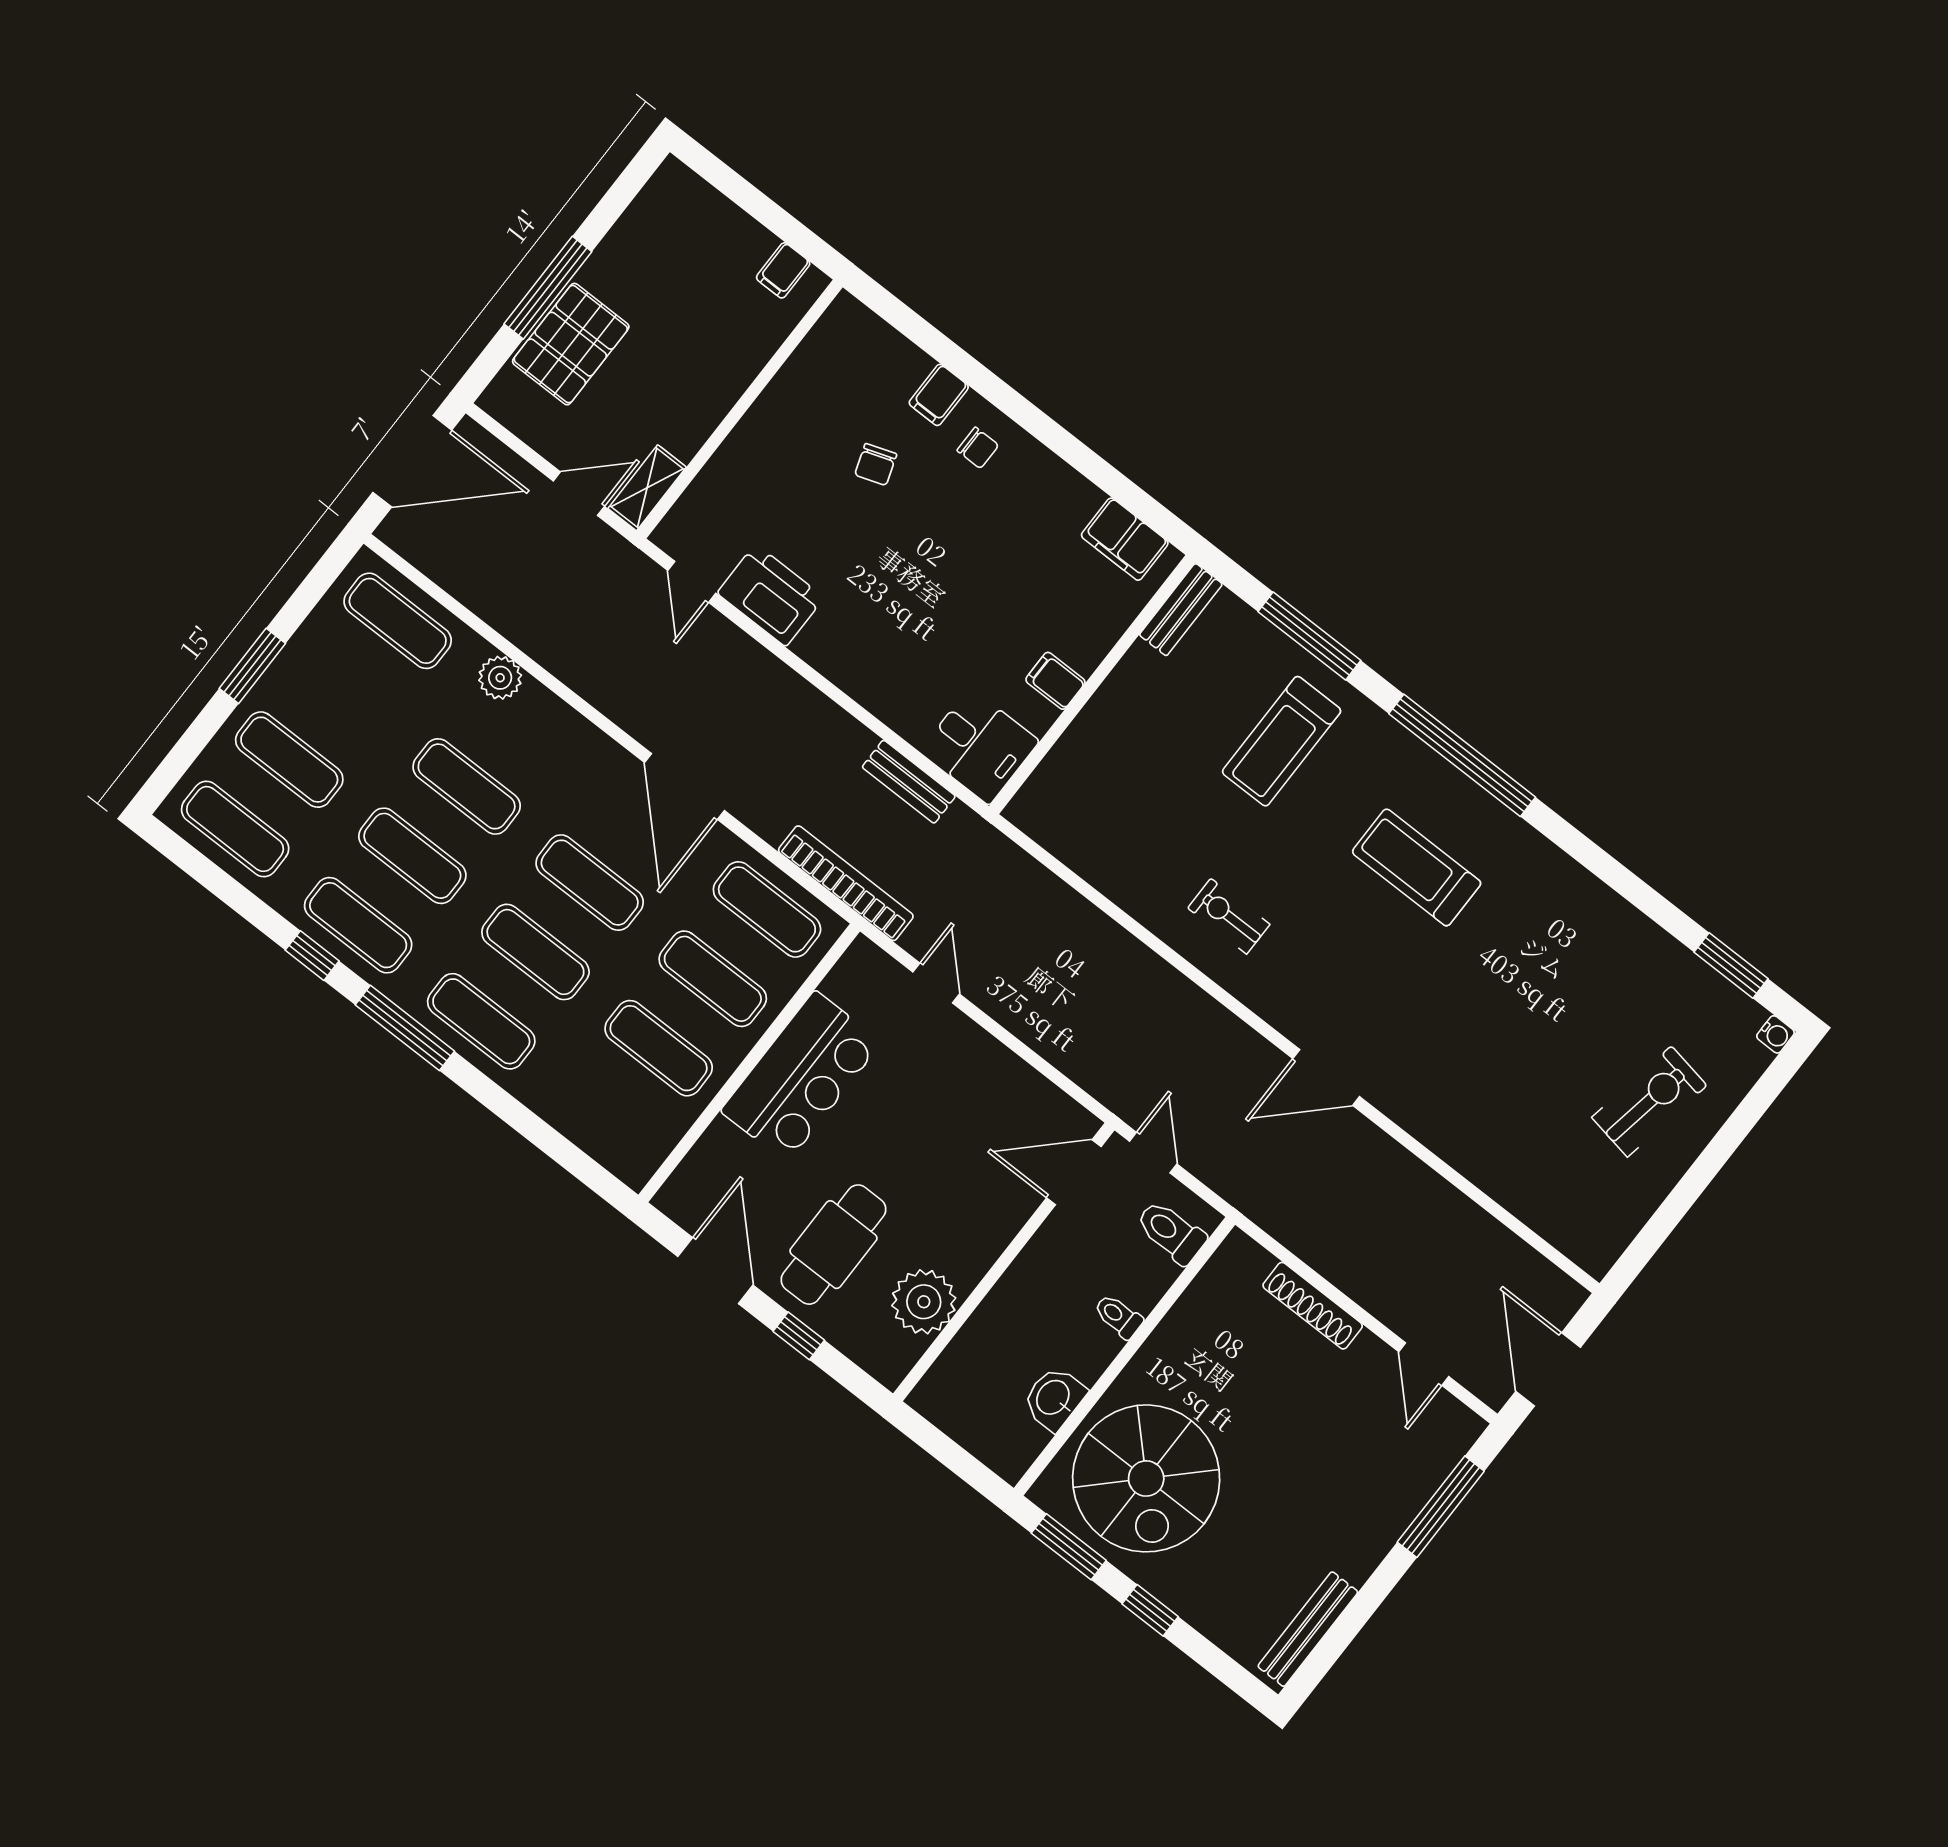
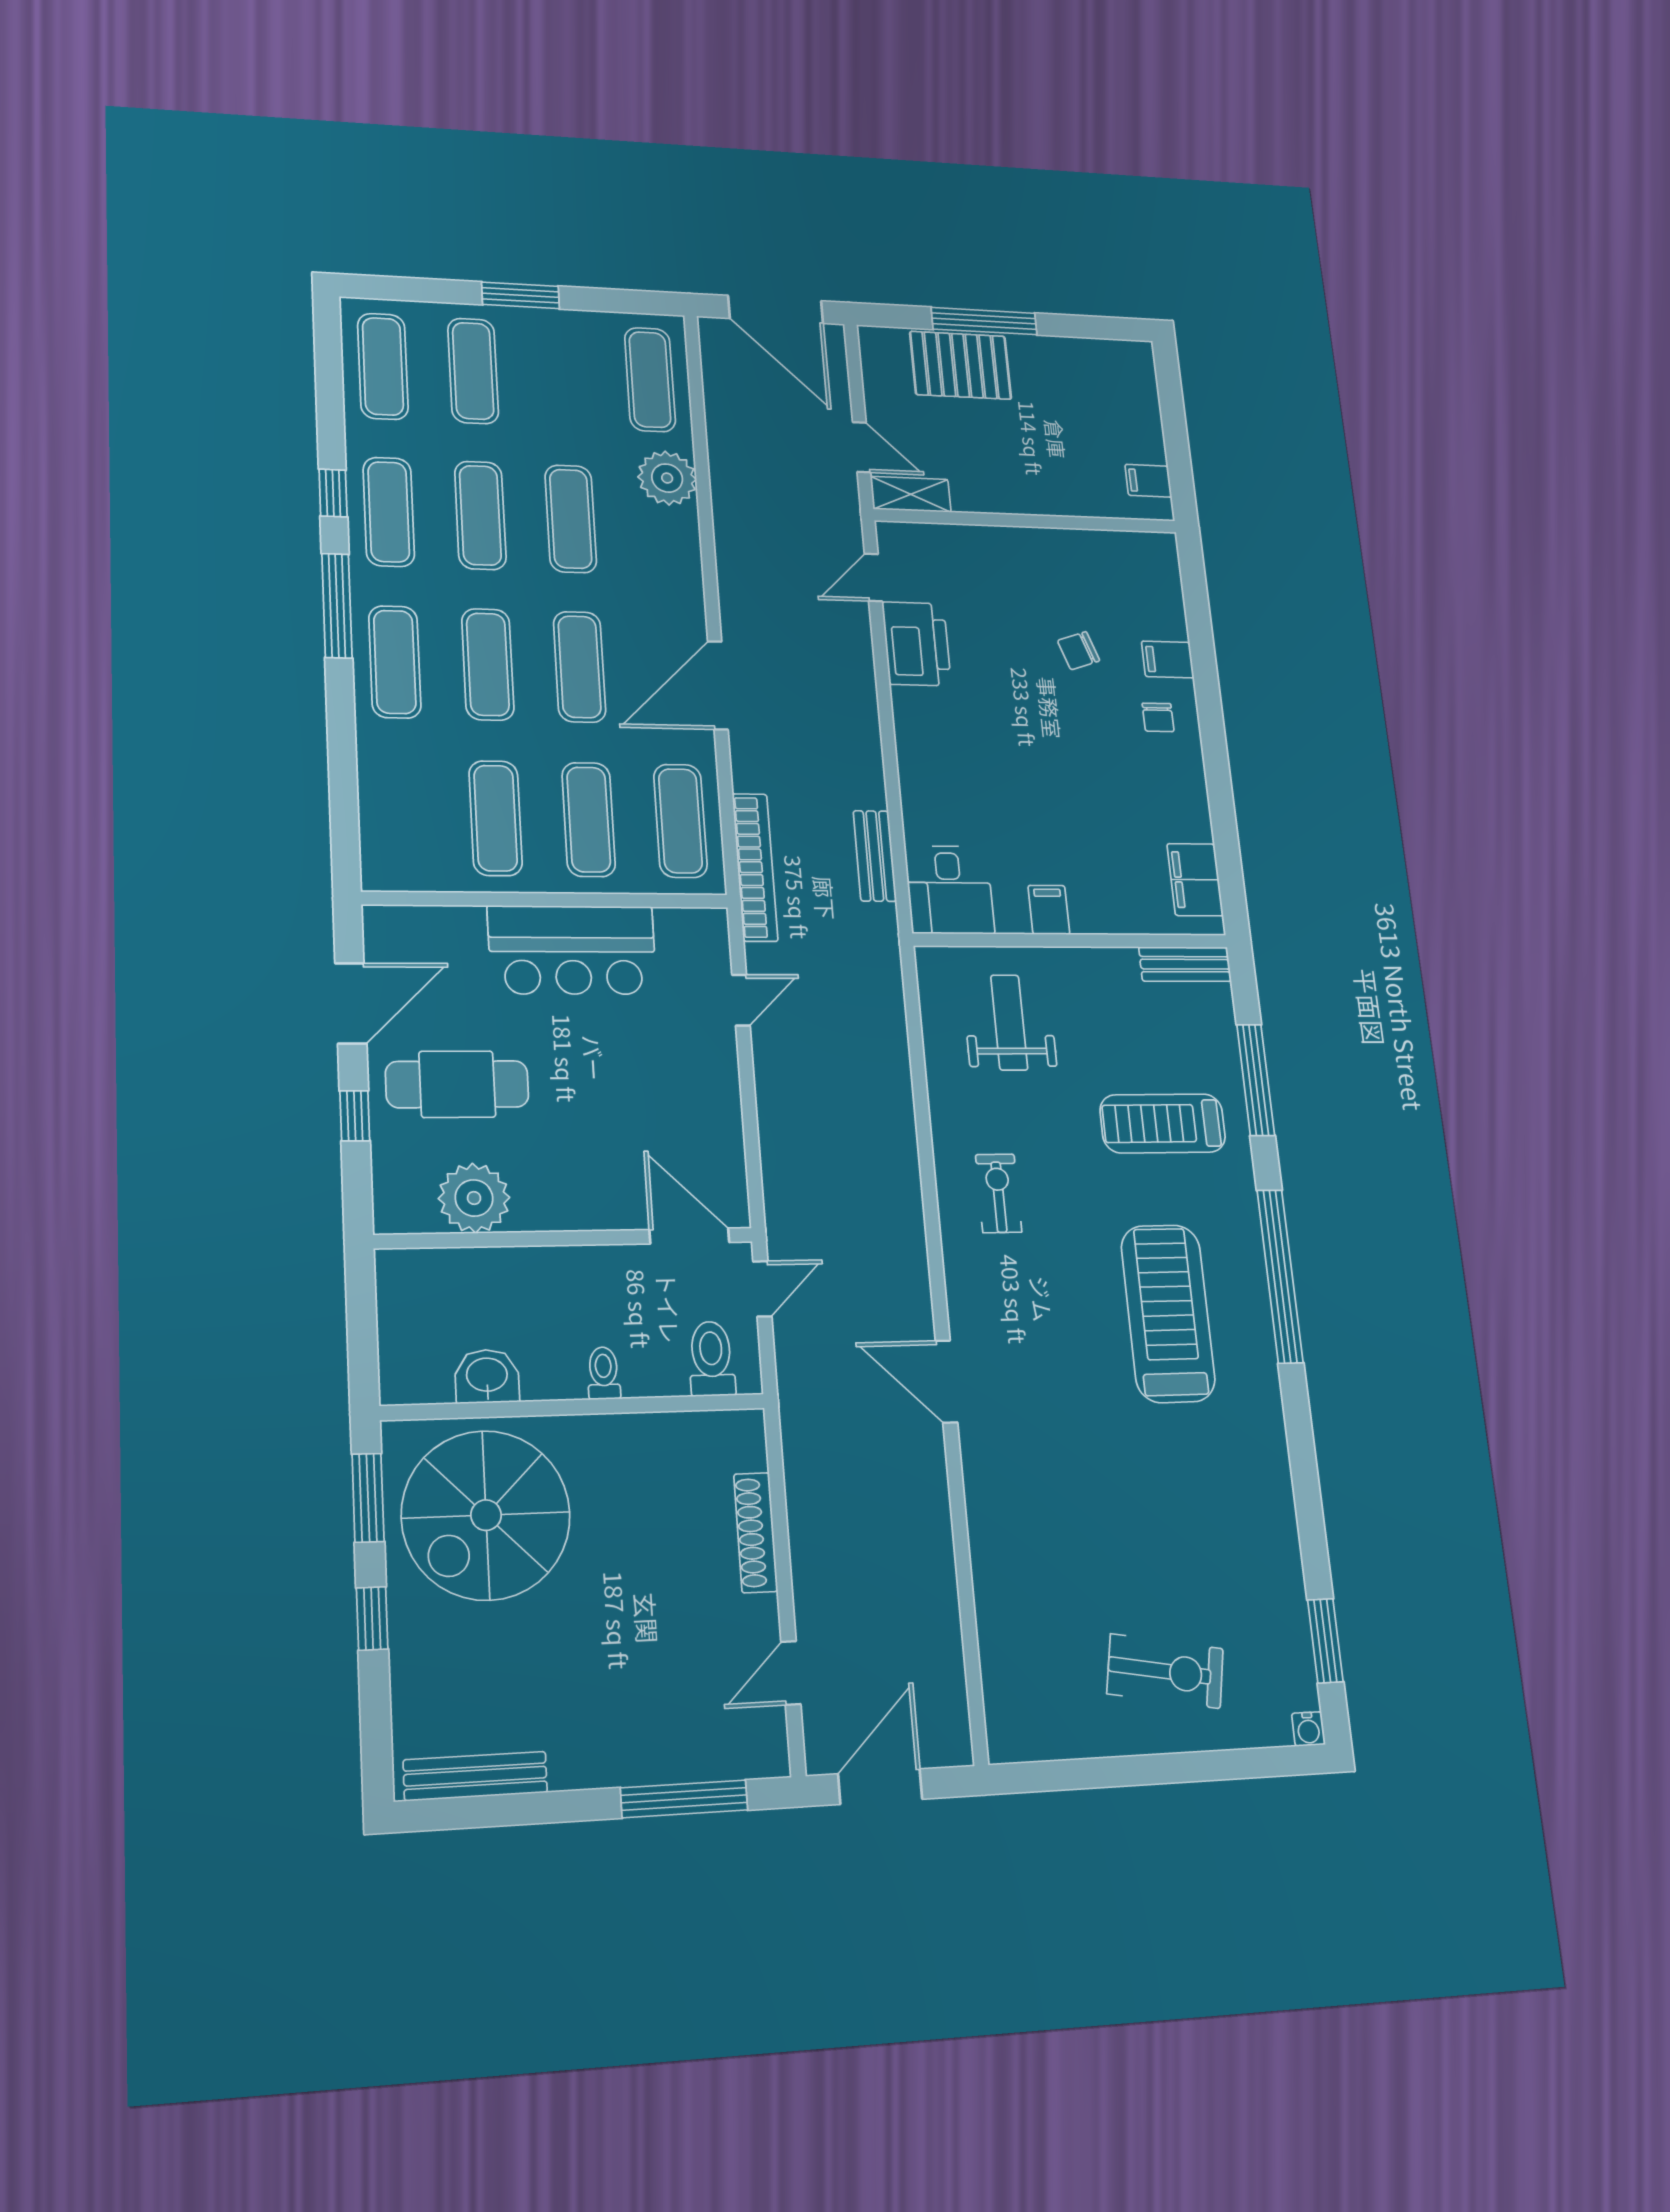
plant: (500, 678) -> (667, 478), width x1.36, depth x1.36
weight bench: (1114, 792) -> (1009, 1022), added
treadmill: (1417, 867) -> (1168, 1313), width x1.37, depth x1.38

